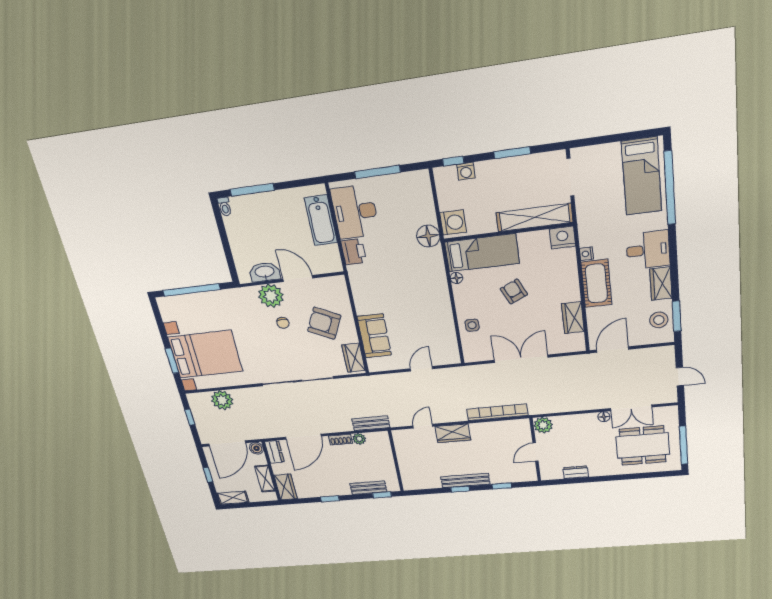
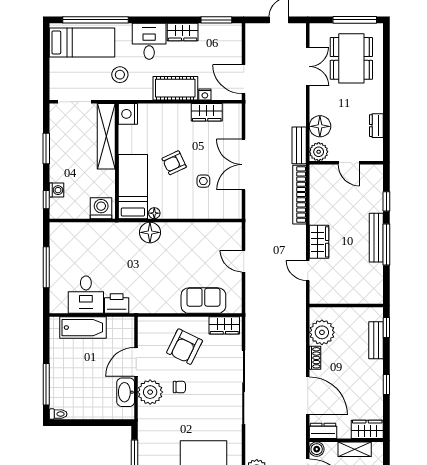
desk: (355, 212) -> (86, 295), width x0.73
floor lamp: (428, 236) -> (150, 232), moved
nightstand: (586, 254) -> (205, 94), moved
stool: (659, 320) -> (120, 75), moved
side table: (472, 325) -> (203, 181), moved
floor lamp: (604, 417) -> (320, 126), moved, width x1.89, depth x1.89
bench: (371, 423) -> (299, 145), moved
plant: (359, 439) -> (322, 332), width x1.87, depth x1.87
window: (460, 489) -> (386, 244), width x2.17

